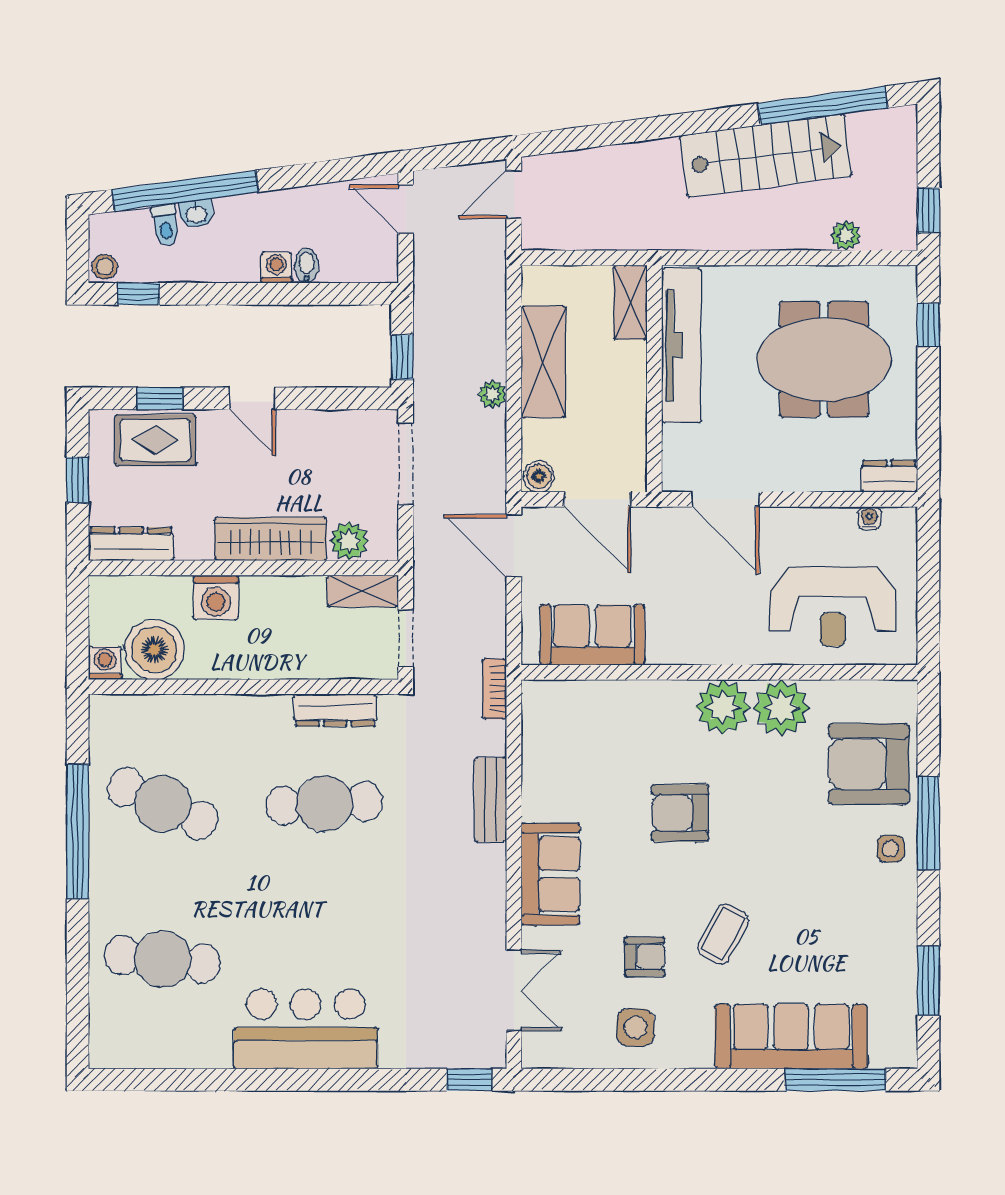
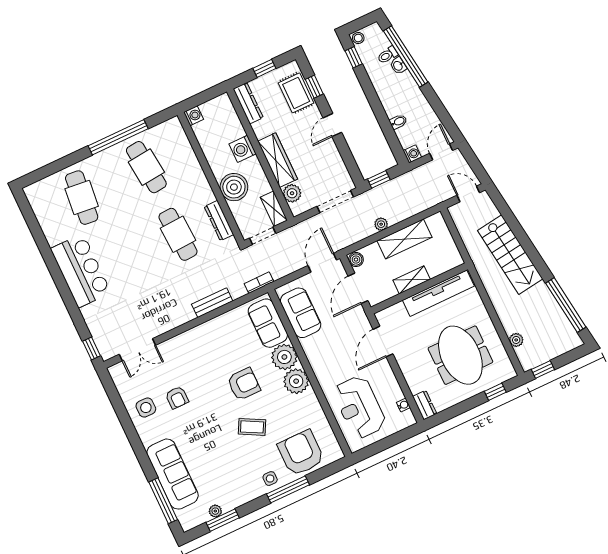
stairs: (766, 156) -> (510, 255), moved
washing machine: (276, 268) -> (412, 154), moved
shelving: (630, 302) -> (412, 280), moved
boiler: (154, 650) -> (234, 187), moved
plant: (781, 708) -> (284, 357), moved
cafe table: (163, 804) -> (146, 167), turned -30
armchair: (680, 813) -> (244, 384), turned 90
sofa: (551, 874) -> (268, 323), moved, turned 90
coffee table: (723, 934) -> (252, 427), moved
plant: (904, 987) -> (215, 511), added

